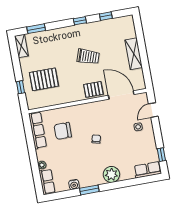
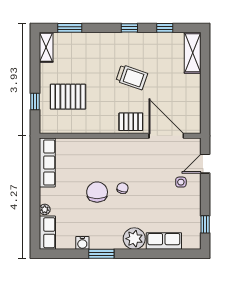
shelving: (134, 54) -> (193, 53), moved
chair: (63, 131) -> (97, 192), moved, turned 90
row of seats: (148, 170) -> (164, 241), moved

